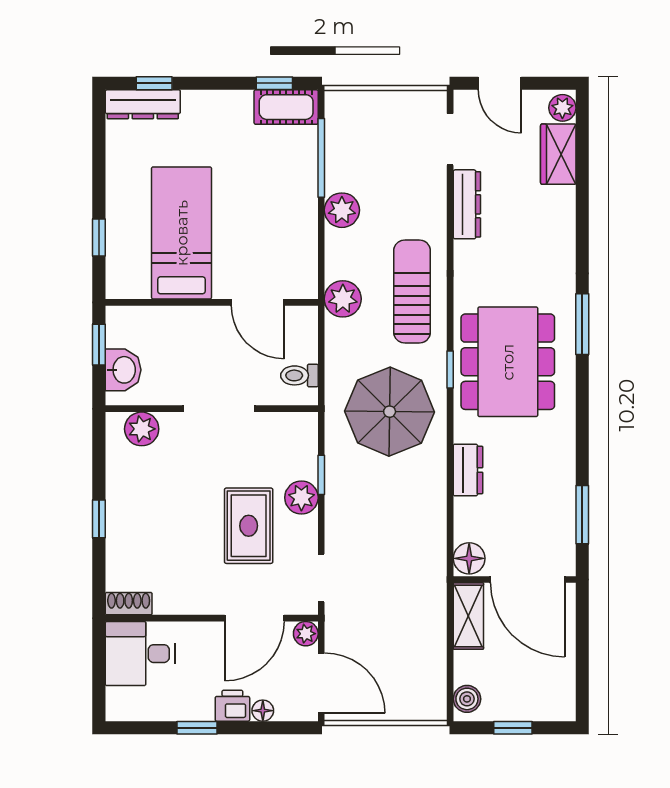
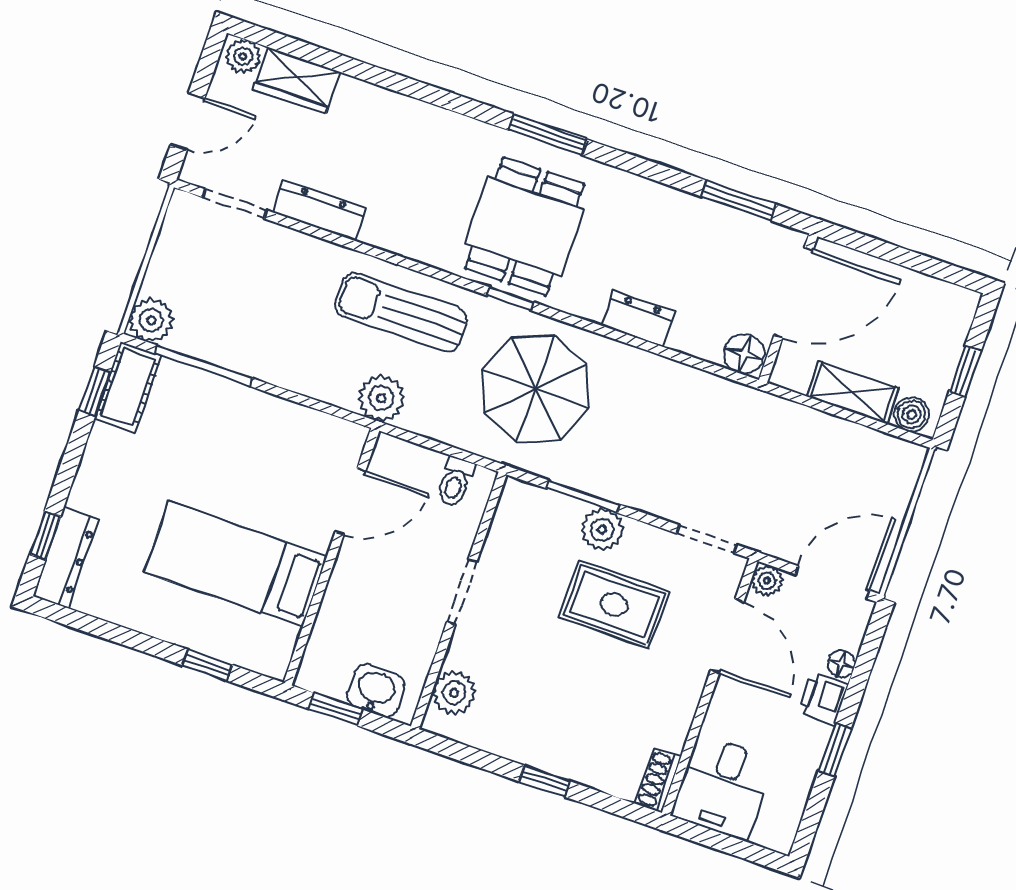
plant: (342, 210) -> (151, 320), moved
window: (582, 324) -> (548, 135), moved
dining table: (508, 362) -> (525, 226), width x0.73
doorway: (219, 409) -> (462, 592), width x0.73
window: (321, 475) -> (583, 497), width x1.50
shelving: (468, 616) -> (853, 392), moved

